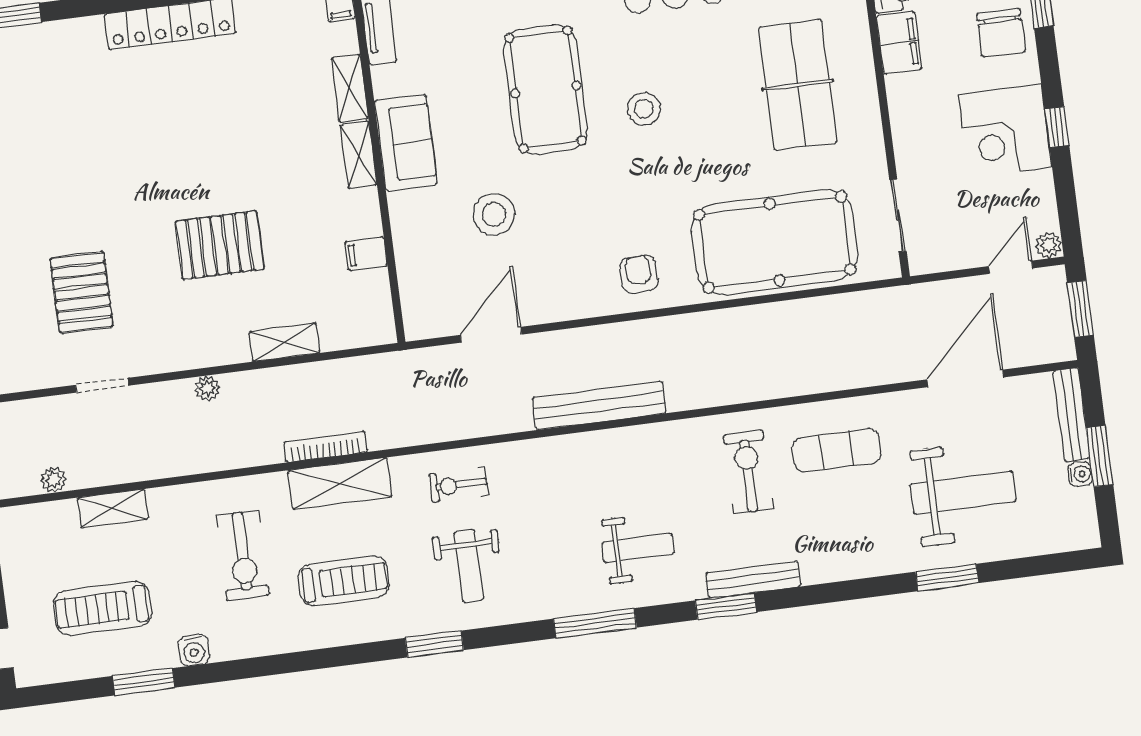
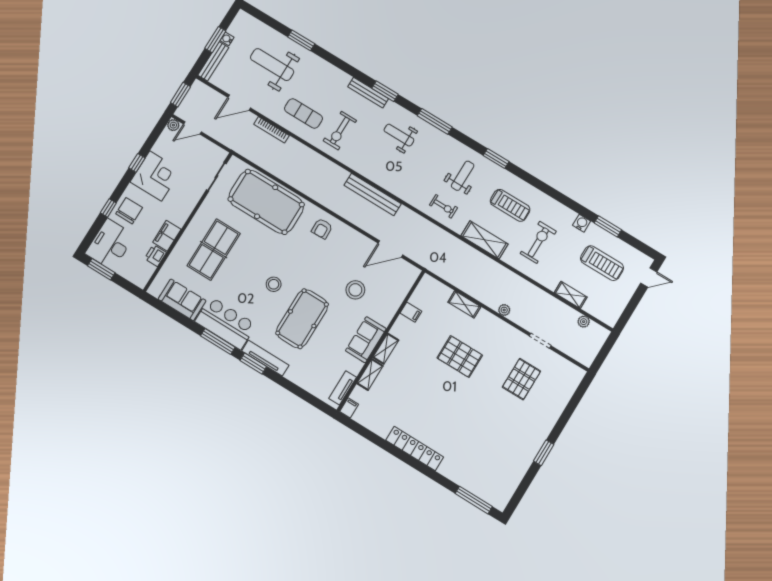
door: (965, 378) -> (239, 103), width x0.73
bookcase: (325, 447) -> (271, 130), moved
treadmill: (344, 581) -> (510, 205), turned 180

